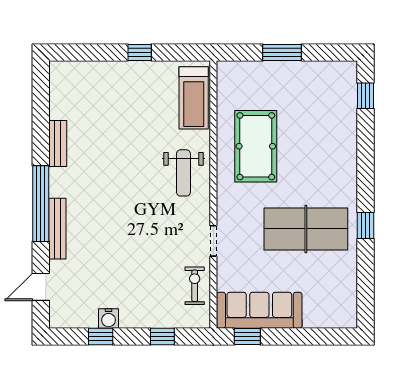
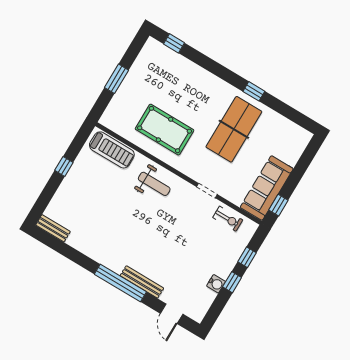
bench: (58, 144) -> (53, 228), moved
exercise bike: (195, 286) -> (228, 219), turned 180
window: (101, 337) -> (232, 282), moved

